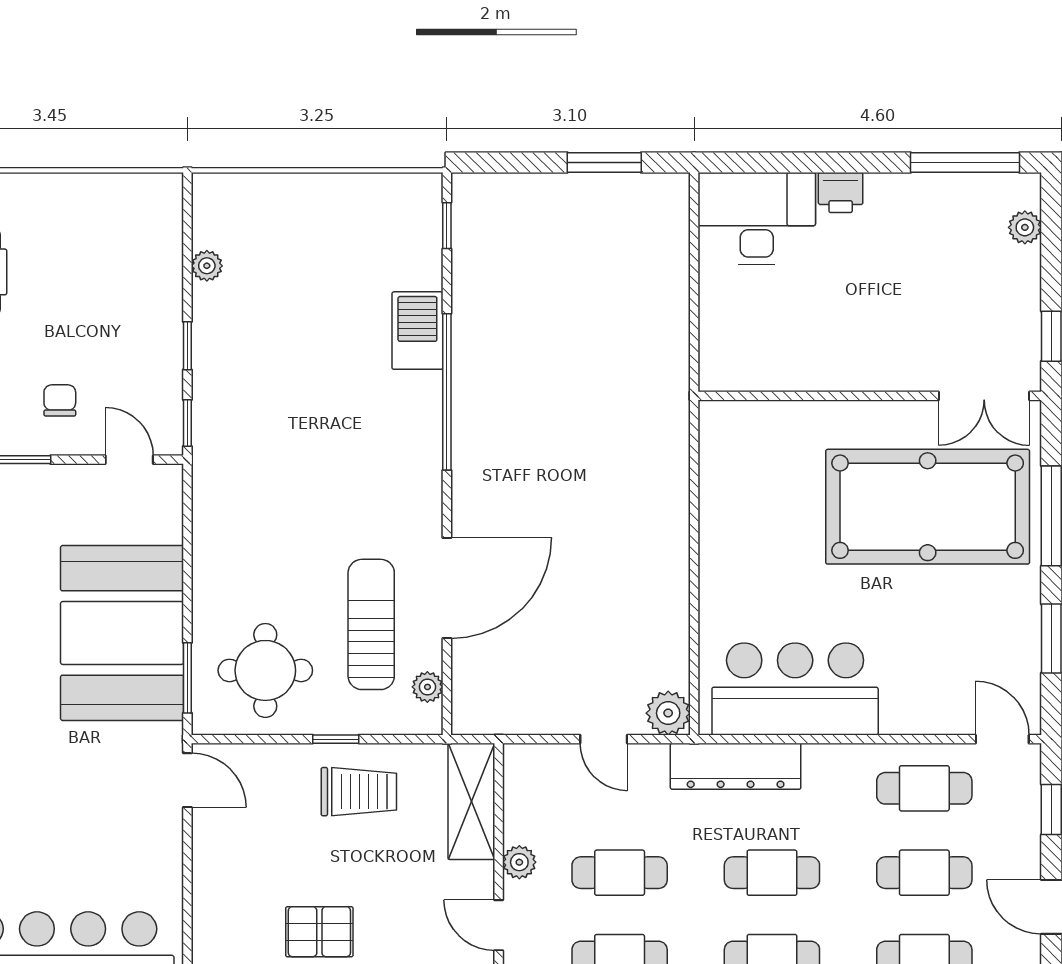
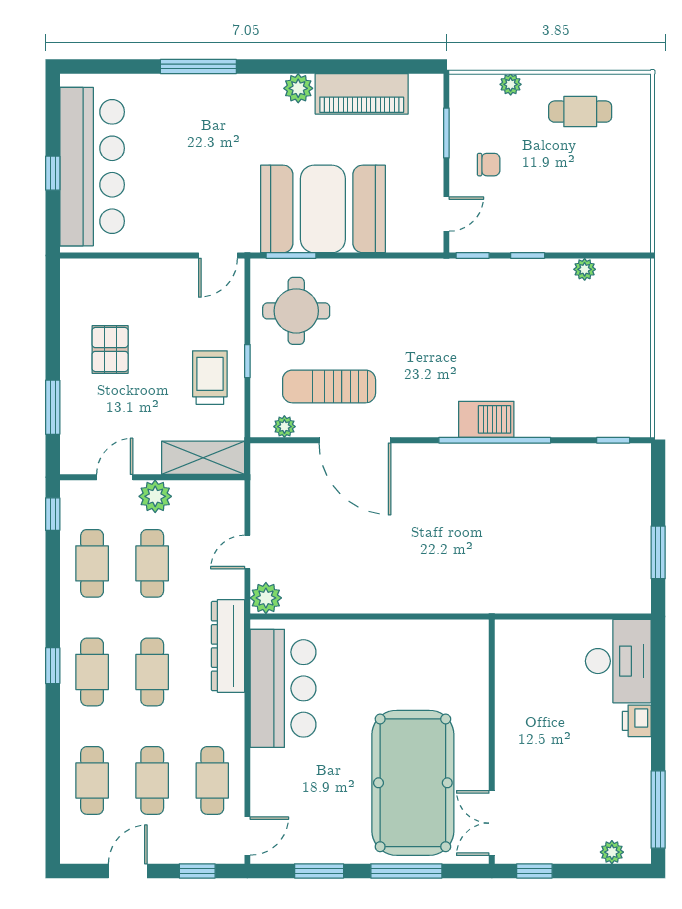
barbecue: (417, 331) -> (486, 419), moved
sun lounger: (371, 624) -> (329, 386), turned 180
trolley: (359, 792) -> (210, 378), turned 180
plant: (519, 862) -> (155, 496), width x1.38, depth x1.38

